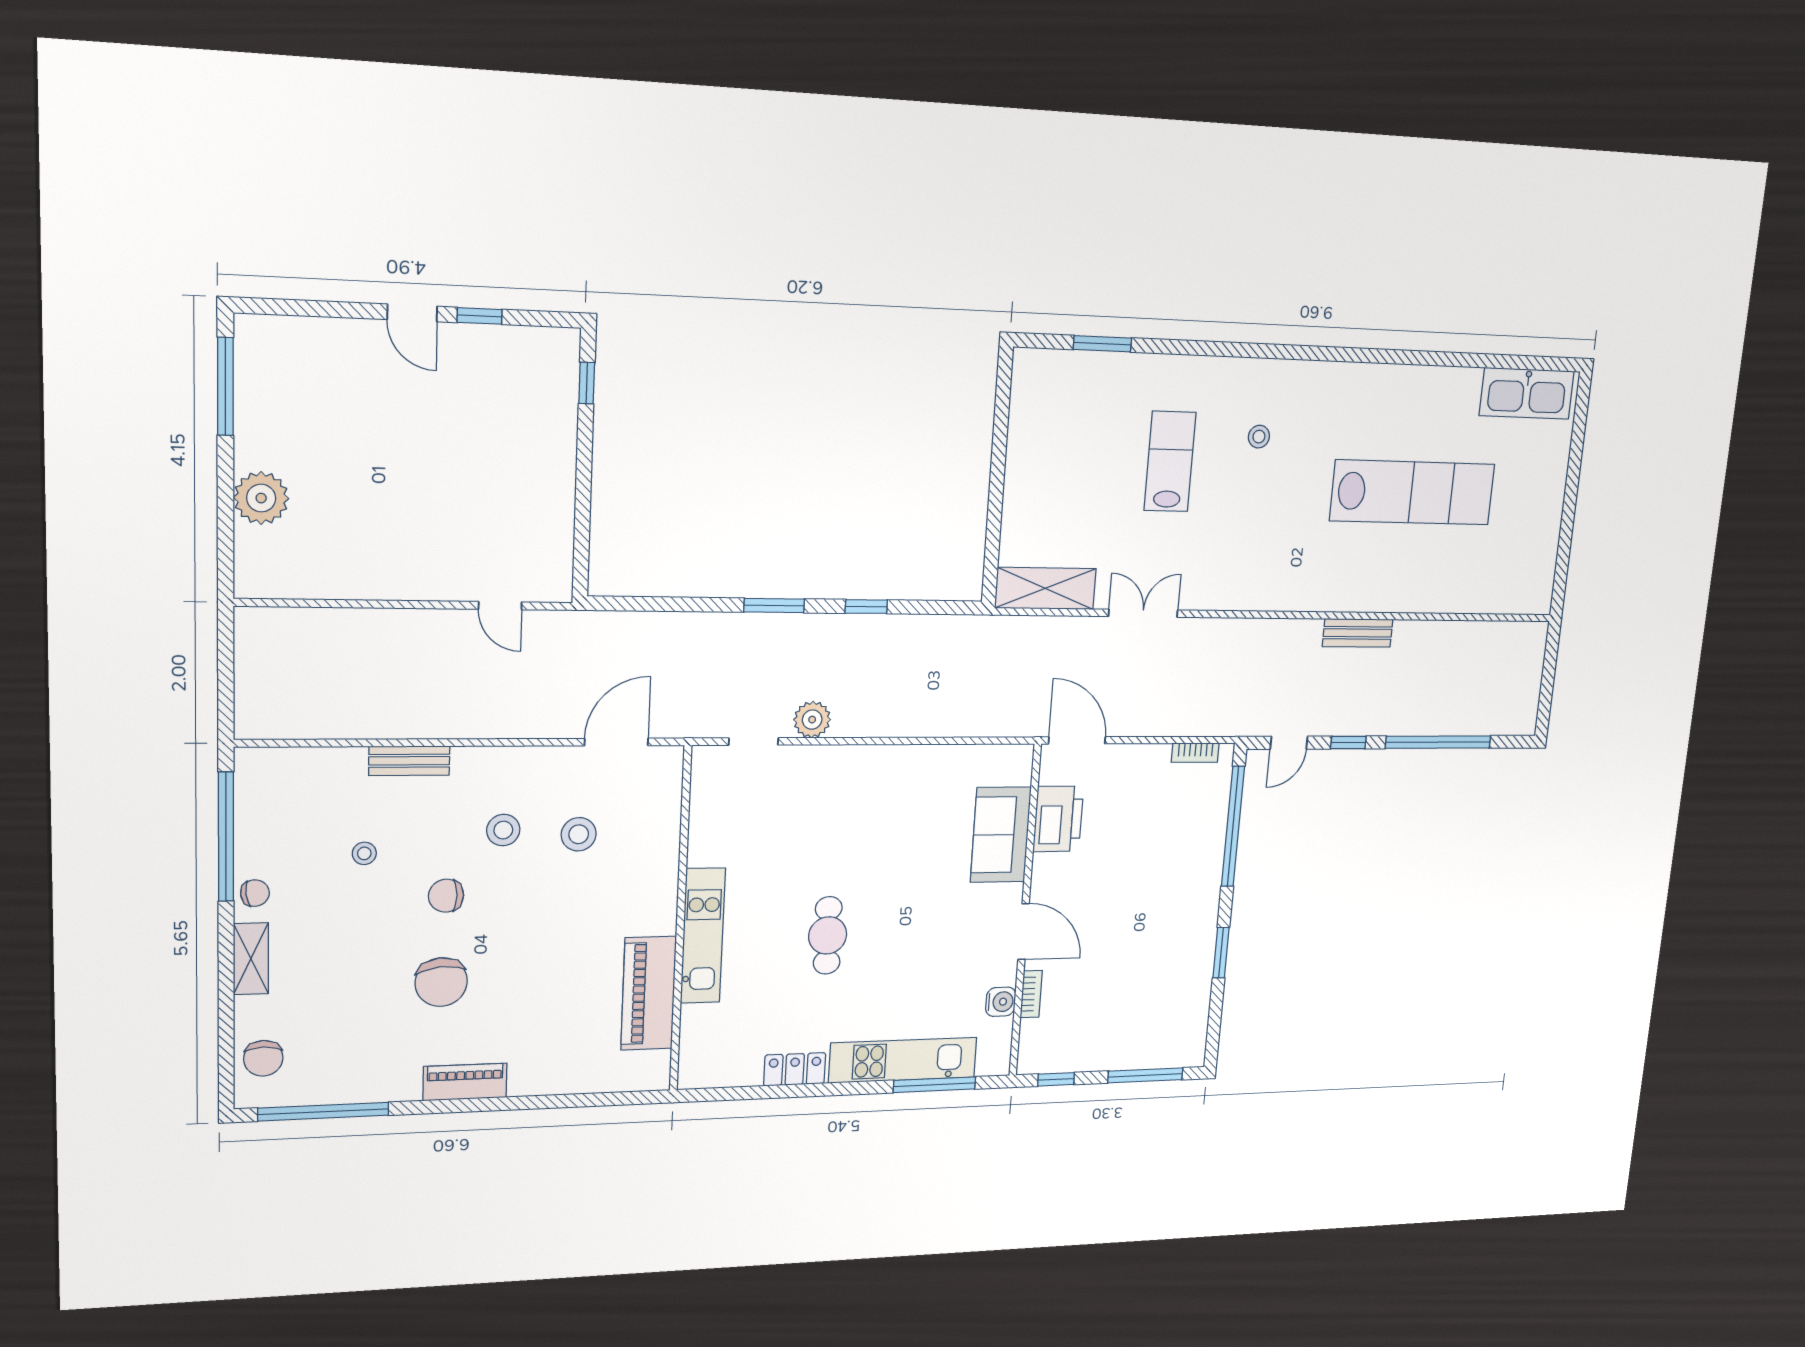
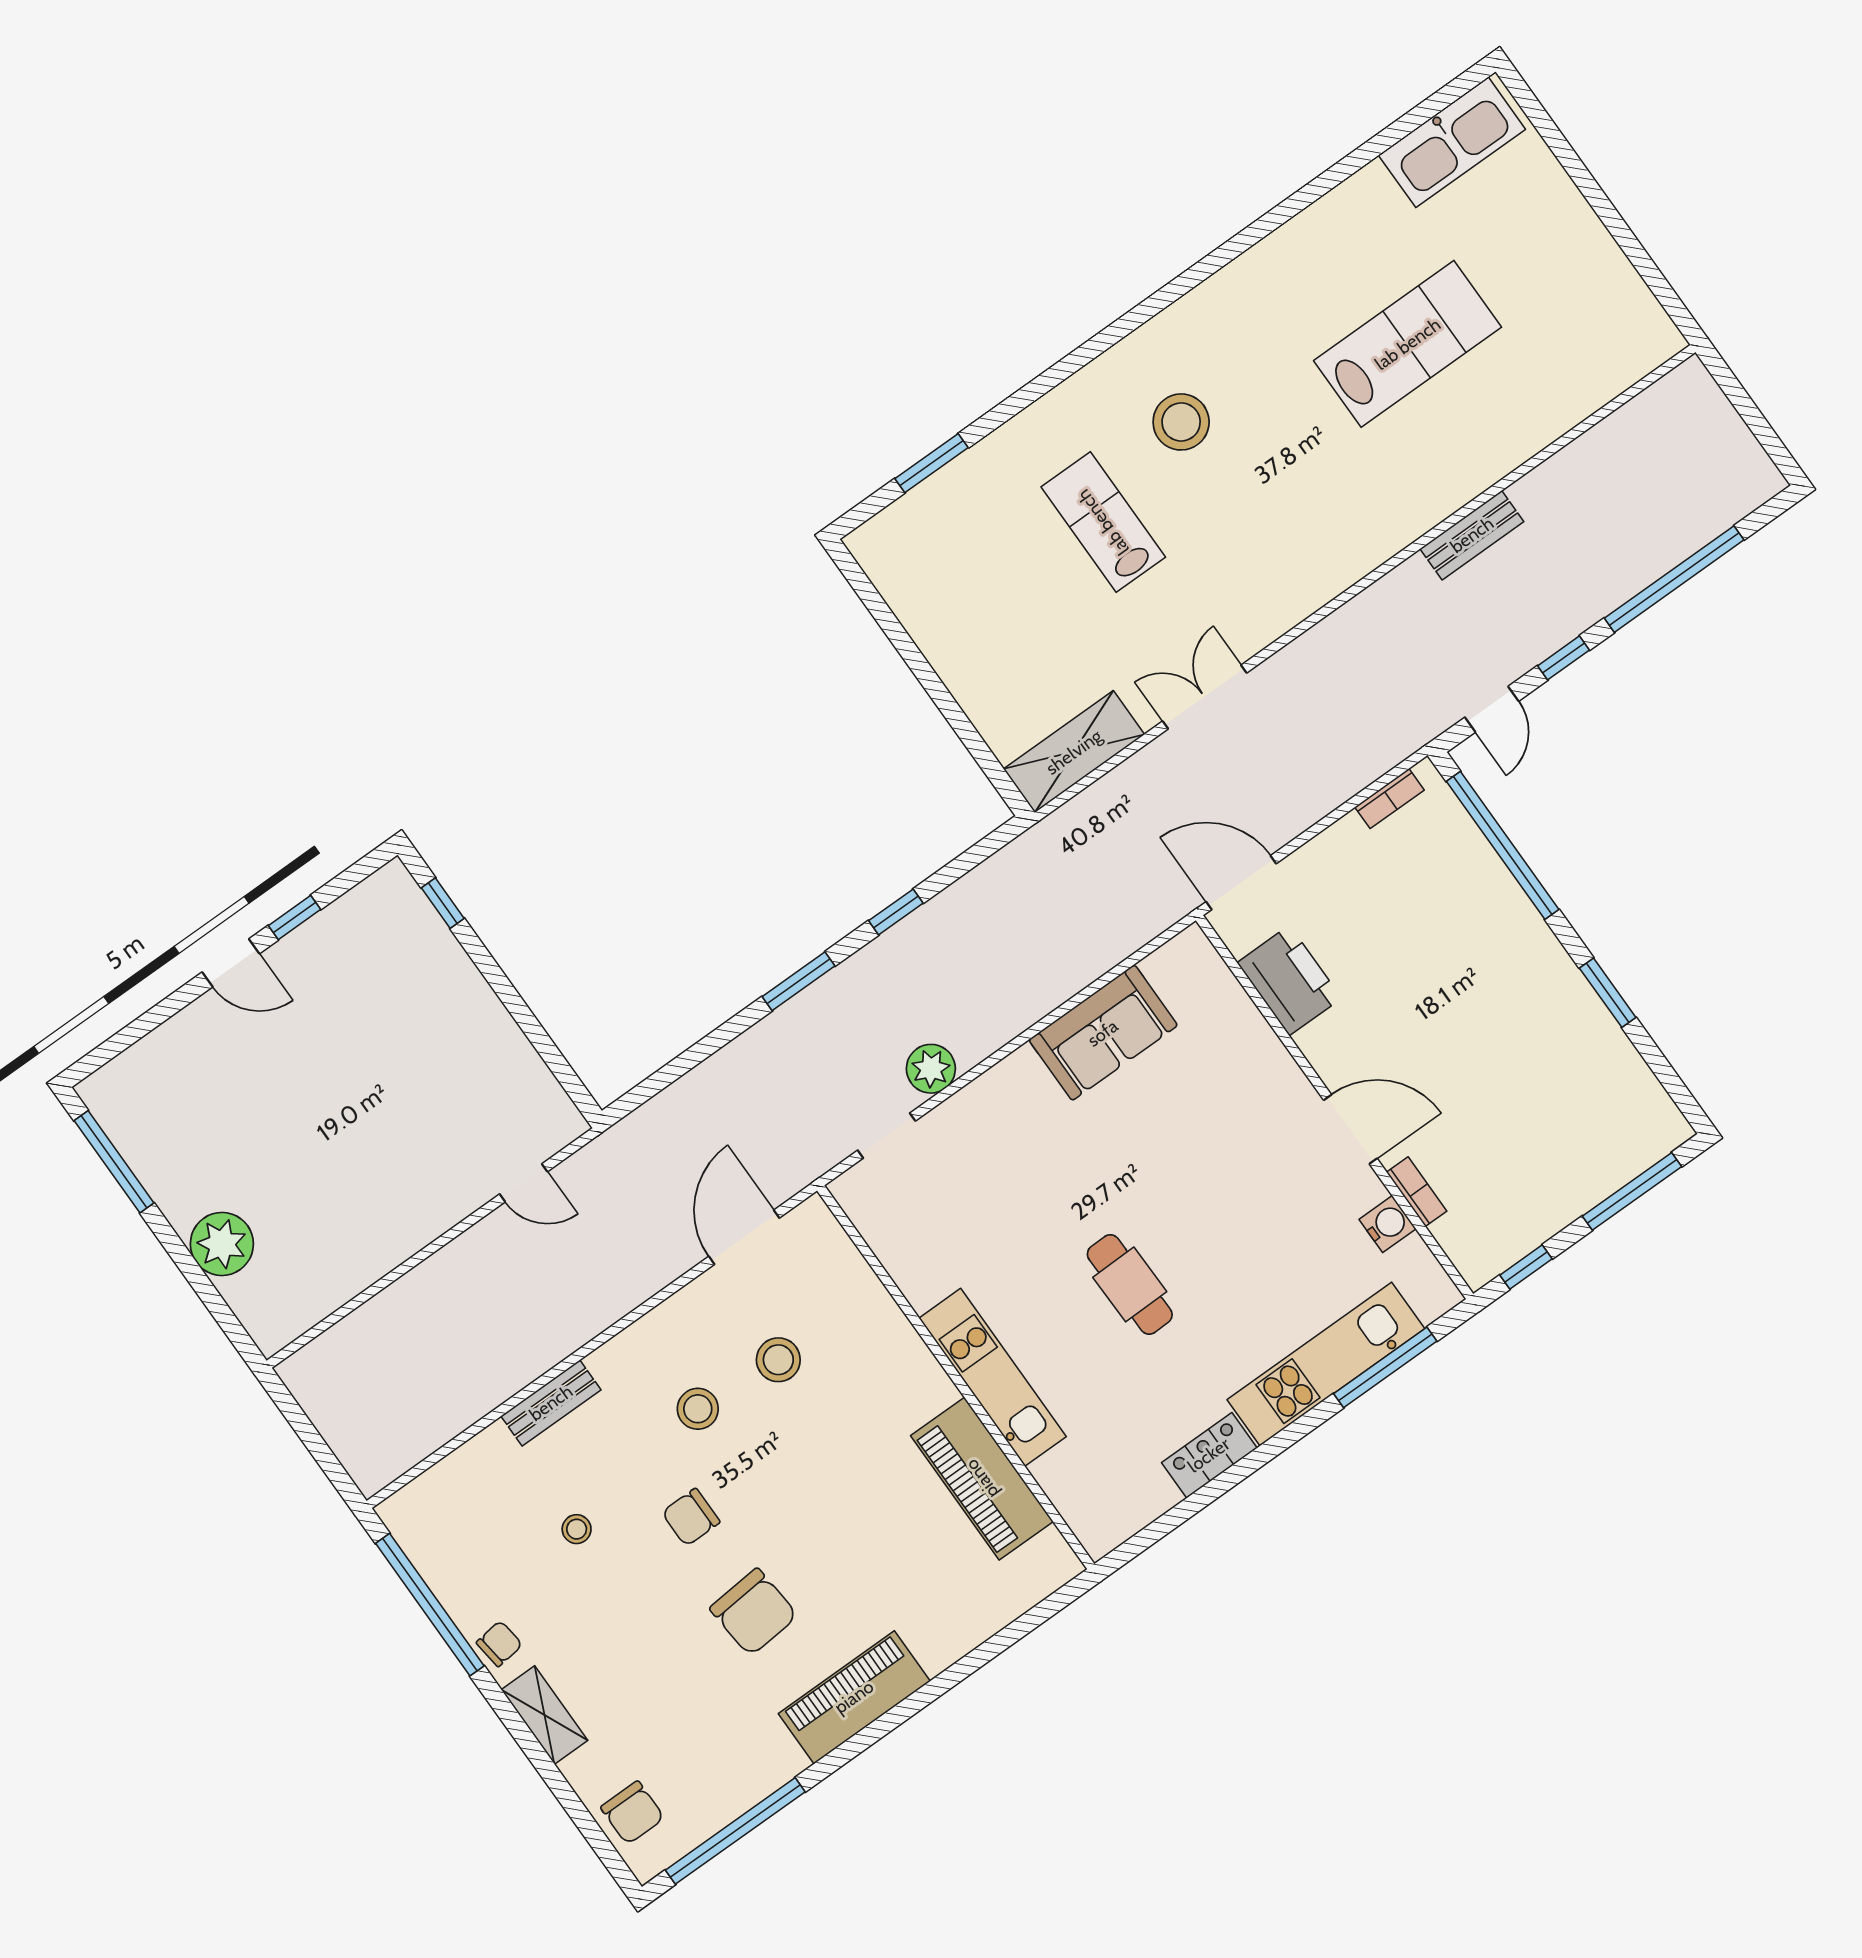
stool: (1259, 437) -> (1181, 422), width x1.89, depth x1.89
lab bench: (1412, 492) -> (1408, 344), width x0.73
sofa: (1001, 835) -> (1103, 1033), moved, turned -90
piano: (465, 1082) -> (854, 1697), width x1.37, depth x1.33

